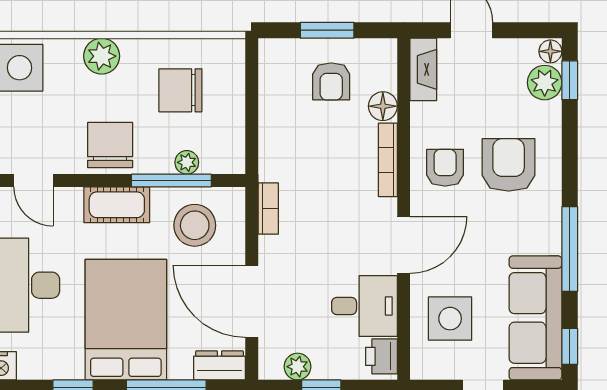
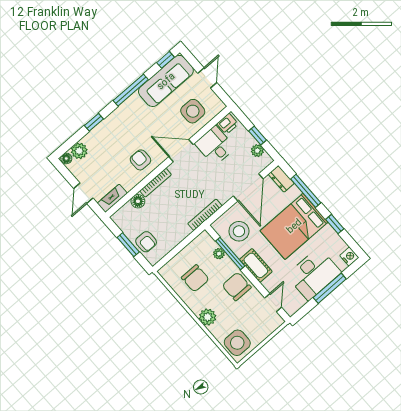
window: (570, 80) -> (94, 122), moved
armchair: (331, 81) -> (146, 242), moved, turned 90
chair: (110, 145) -> (237, 286), turned 90
armchair: (509, 165) -> (120, 138), removed
armchair: (445, 168) -> (140, 160), turned 90
bookcase: (268, 209) -> (205, 215), width x1.56

